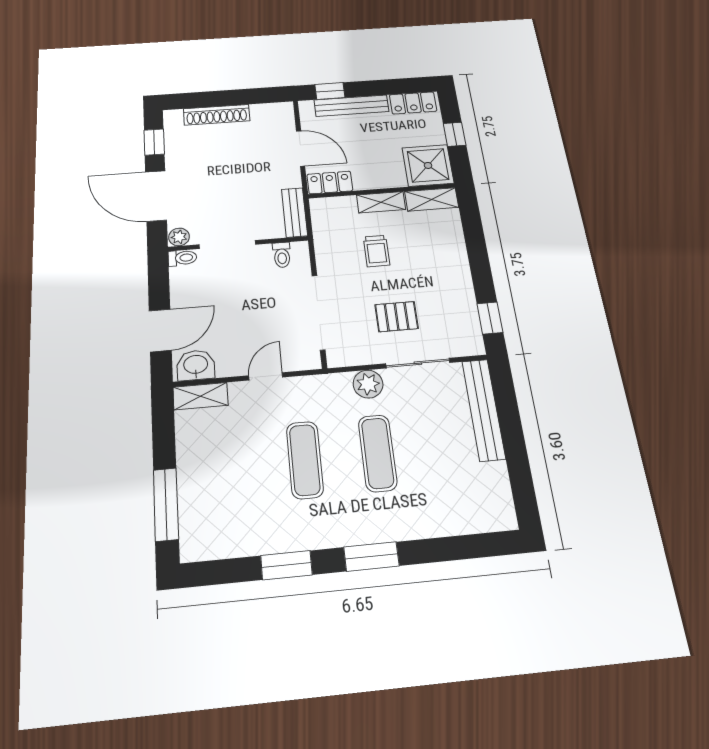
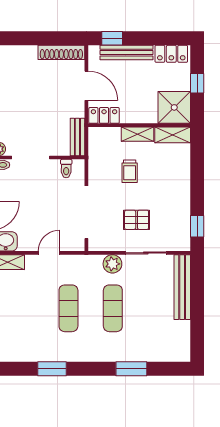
shoe rack: (217, 115) -> (61, 52), moved
window: (371, 557) -> (131, 369), moved

